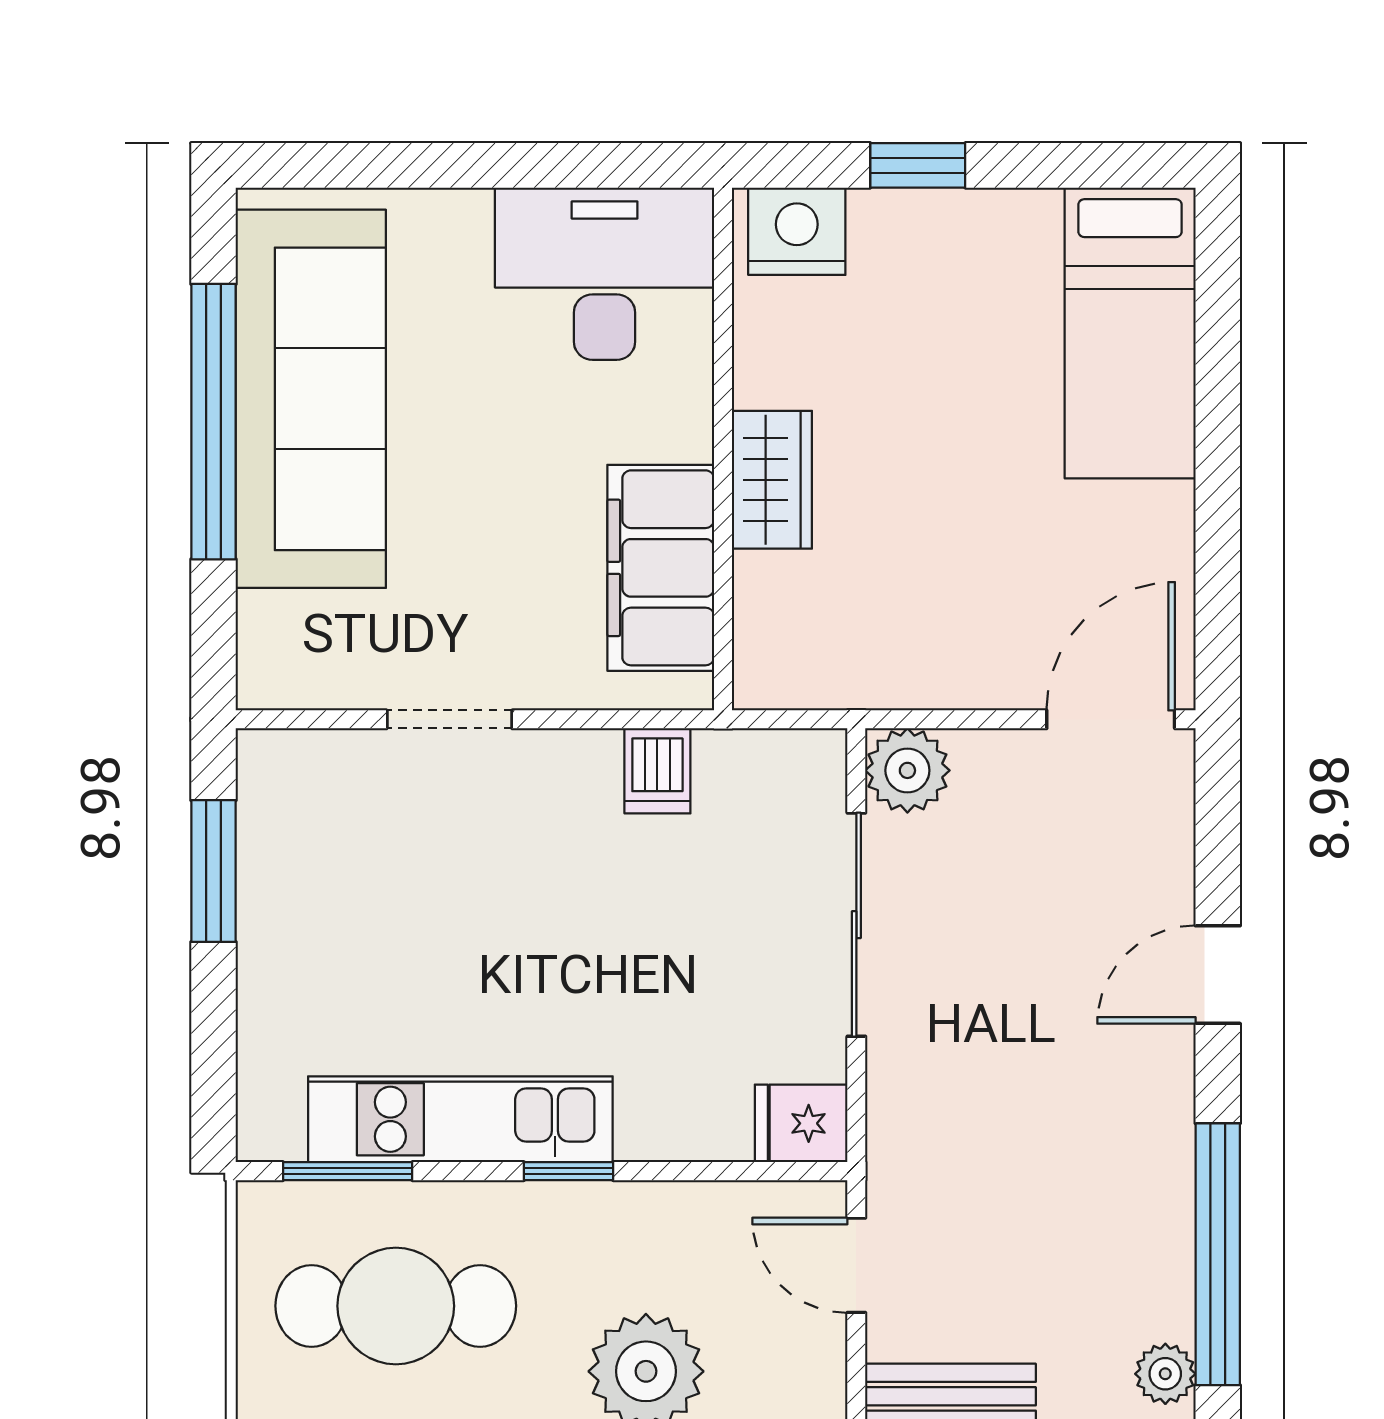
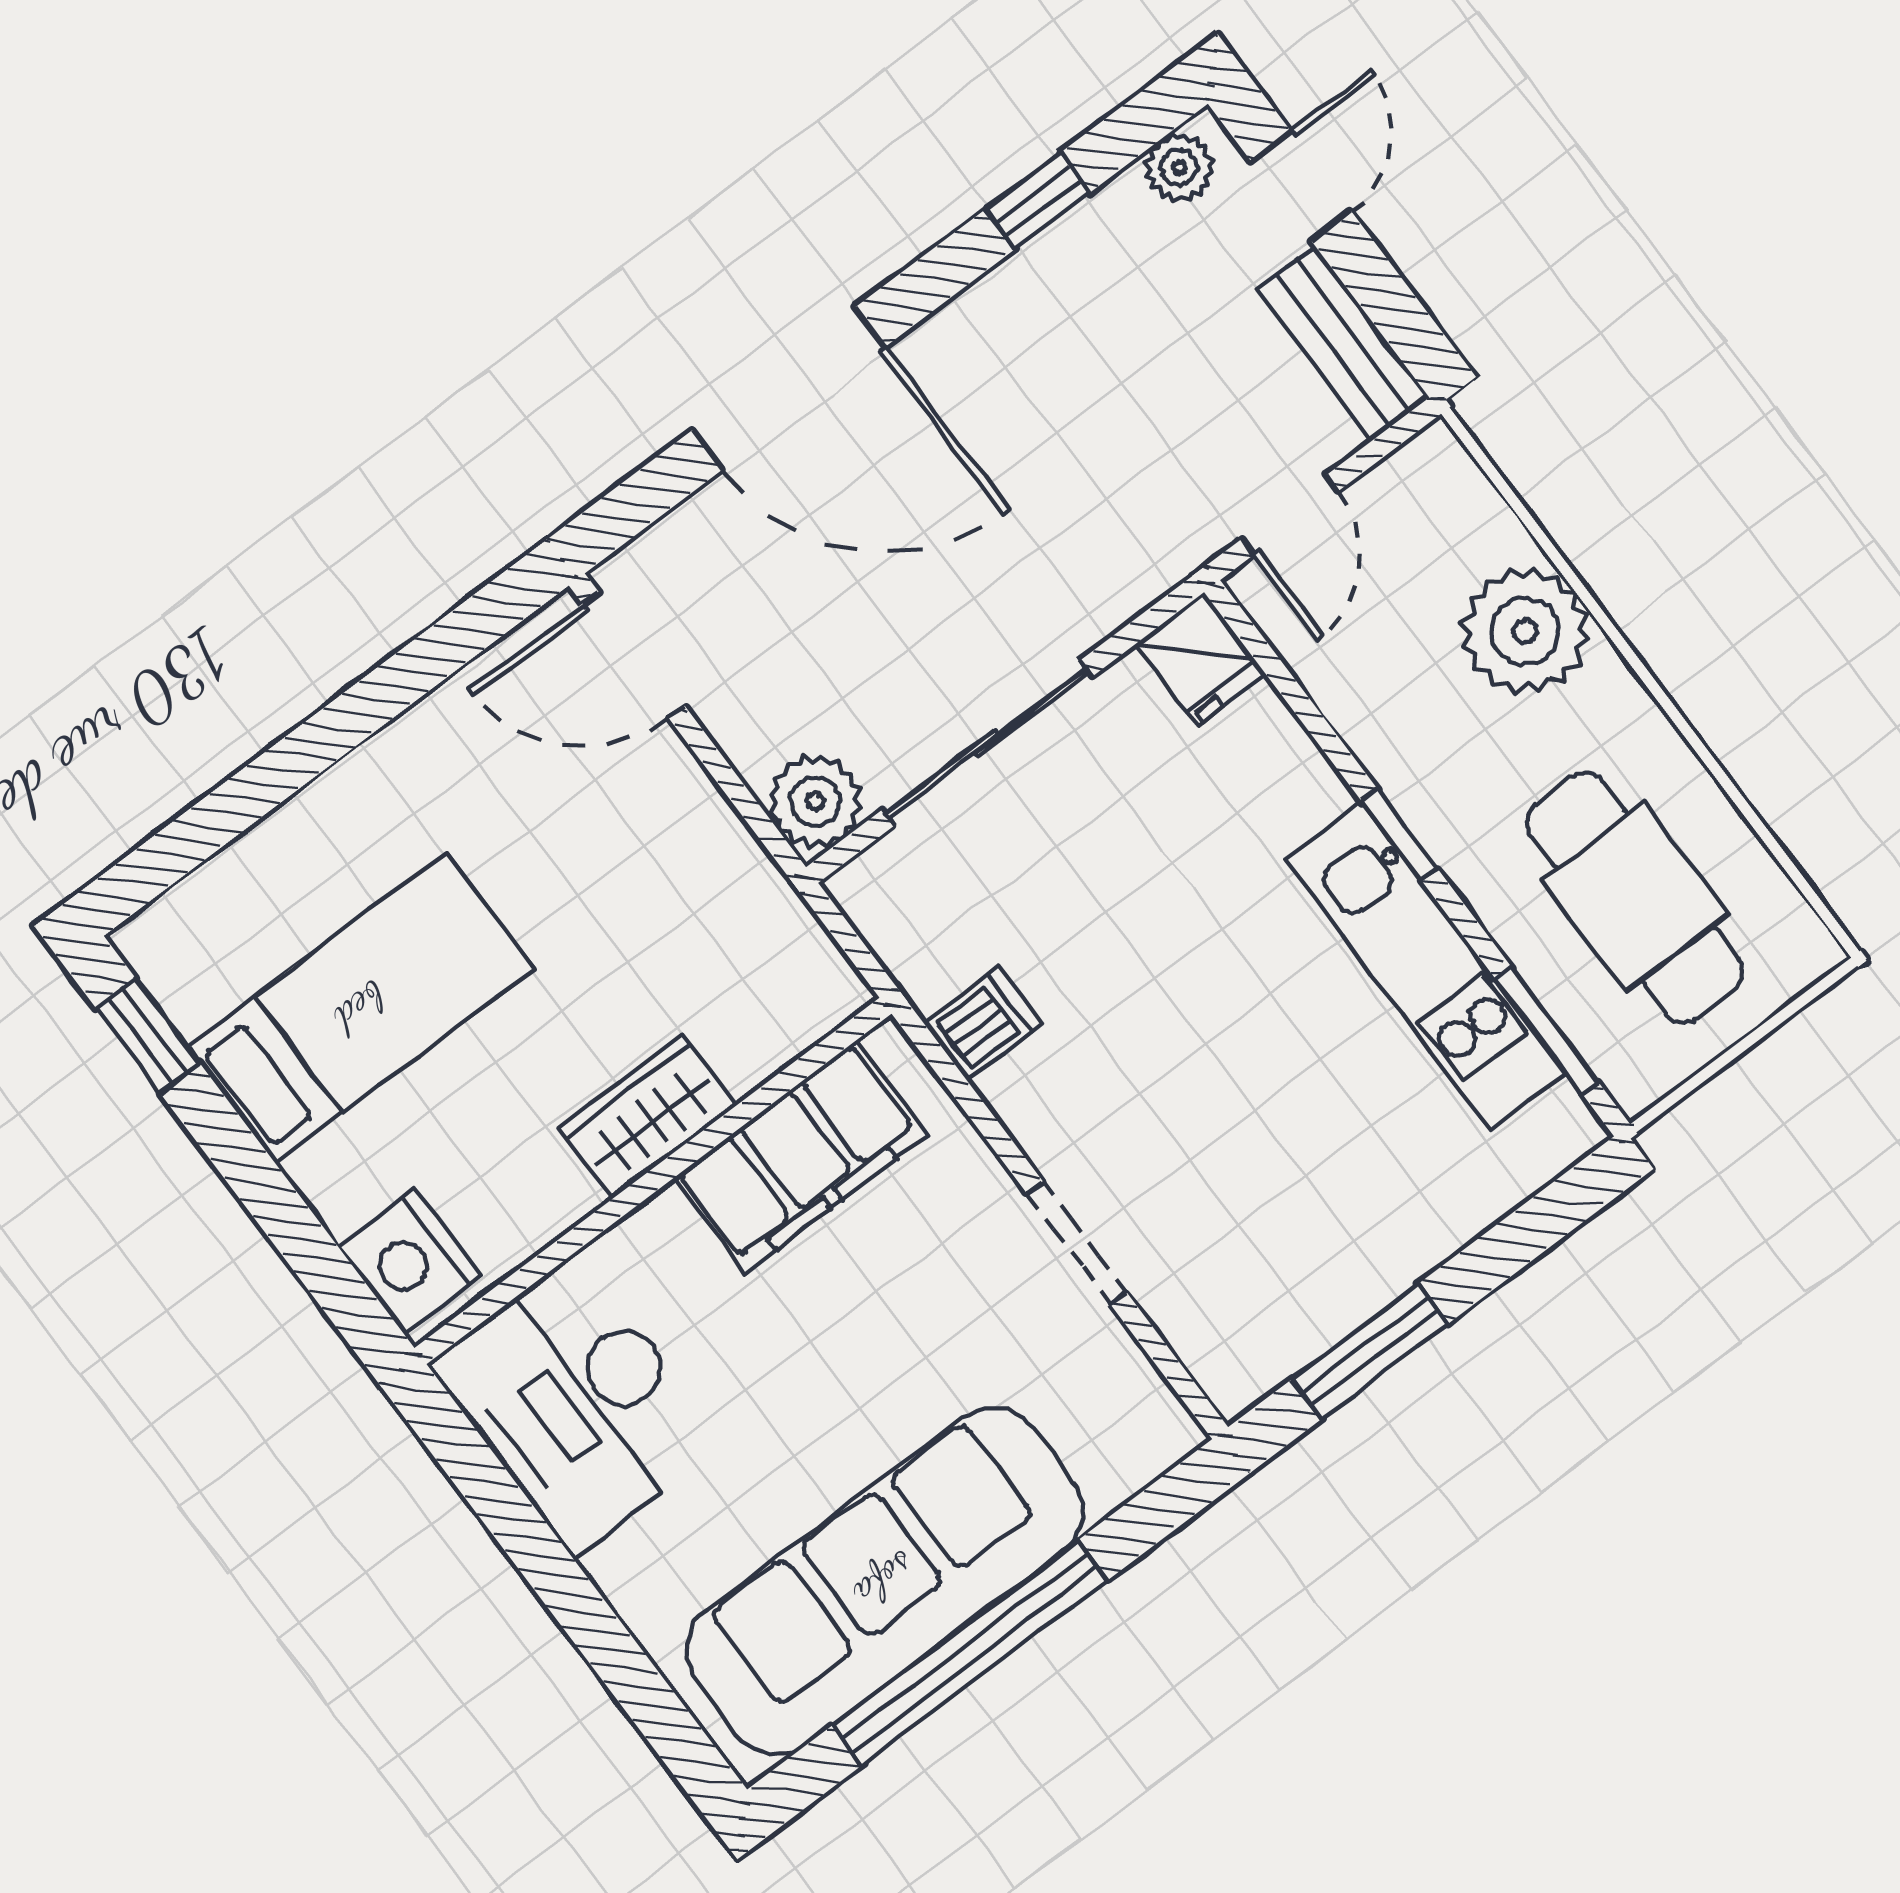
window: (918, 165) -> (148, 1036), moved
bed: (1130, 333) -> (361, 1008), moved
door: (1218, 975) -> (789, 388), width x1.88
window: (1218, 1254) -> (1038, 201), width x0.32

